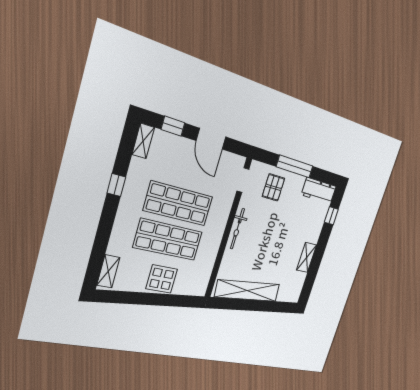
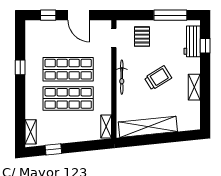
shelving: (143, 141) -> (106, 127), moved
window: (295, 166) -> (170, 15), moved
workbench: (319, 191) -> (192, 41), moved, turned 90
trolley: (275, 239) -> (158, 78), added
display table: (162, 279) -> (72, 130), removed
window: (132, 298) -> (53, 149), added

